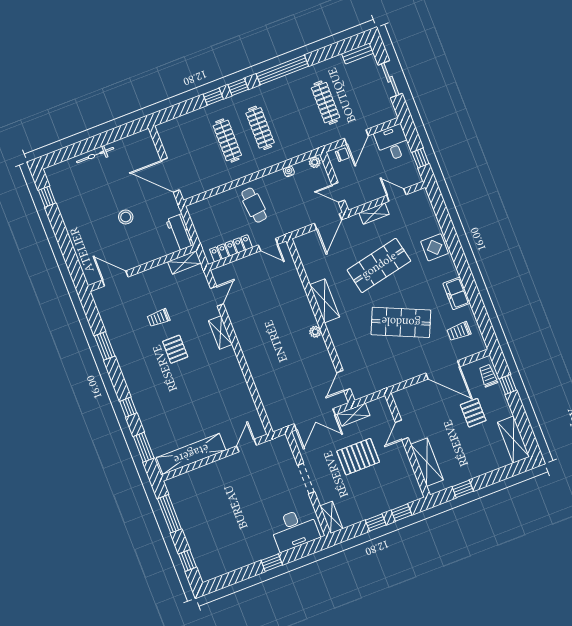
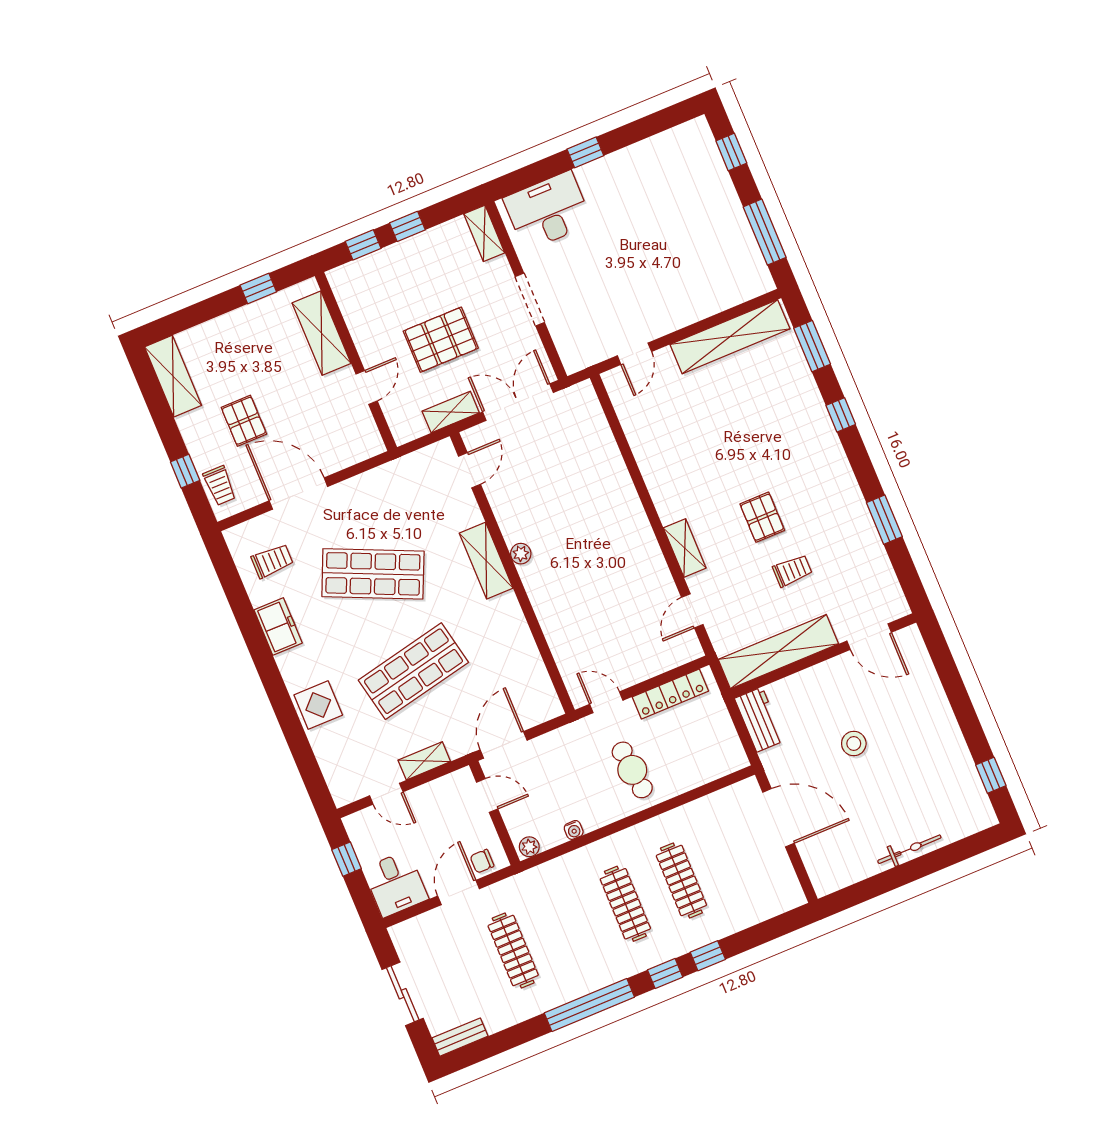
shelving: (184, 262) -> (778, 652), width x2.20, depth x1.33
shelving: (325, 301) -> (486, 561), moved

